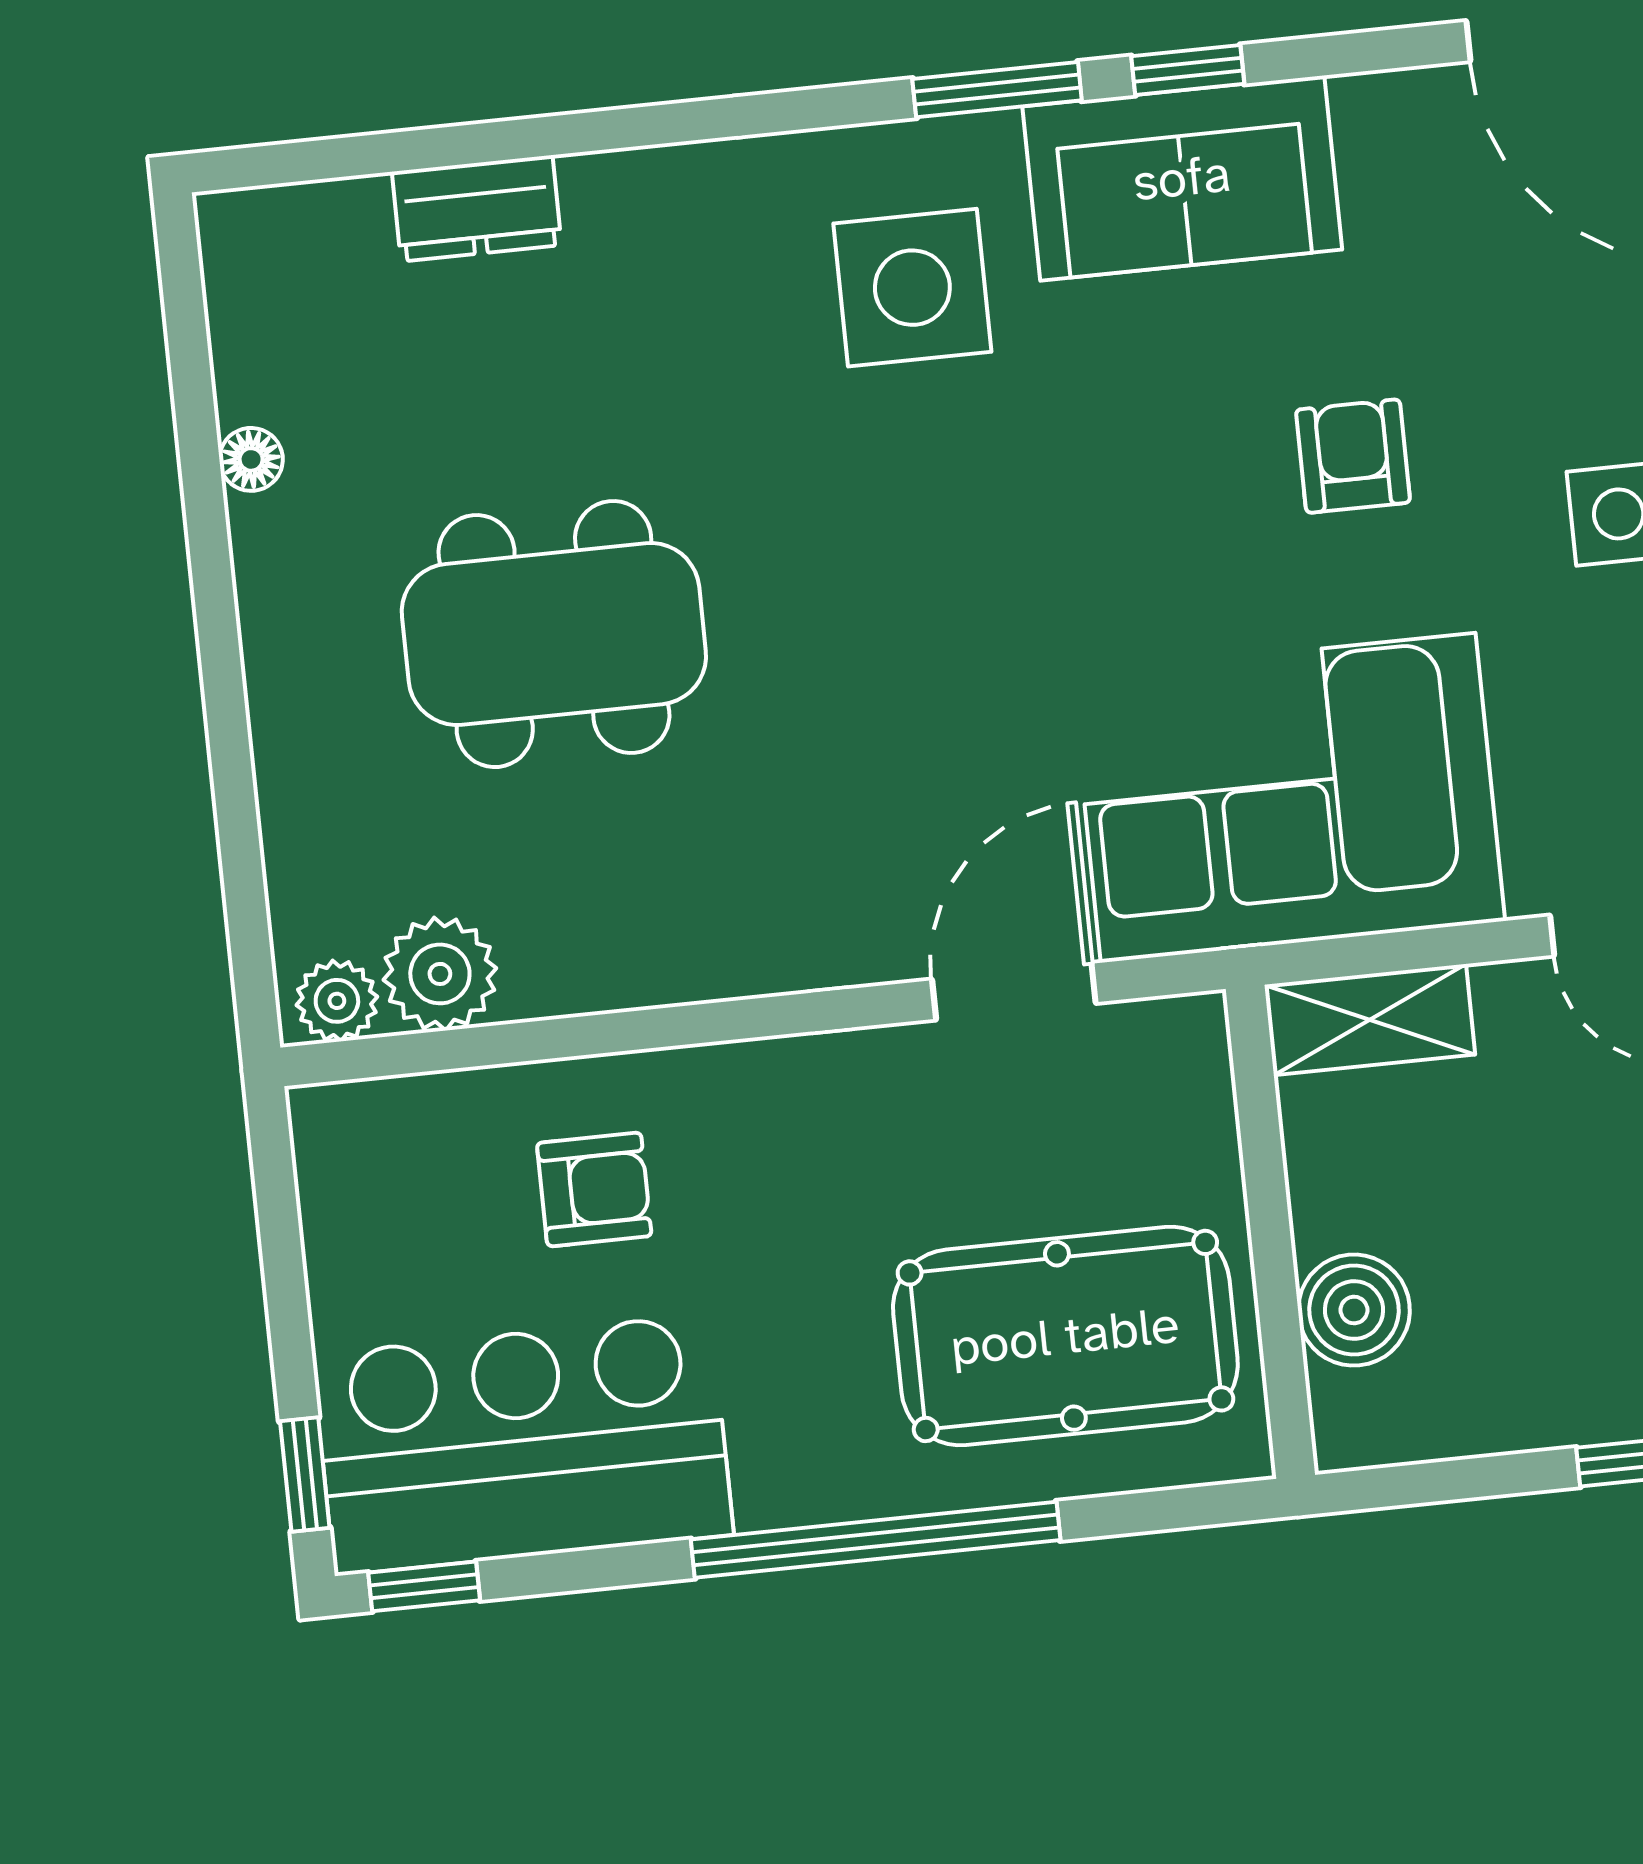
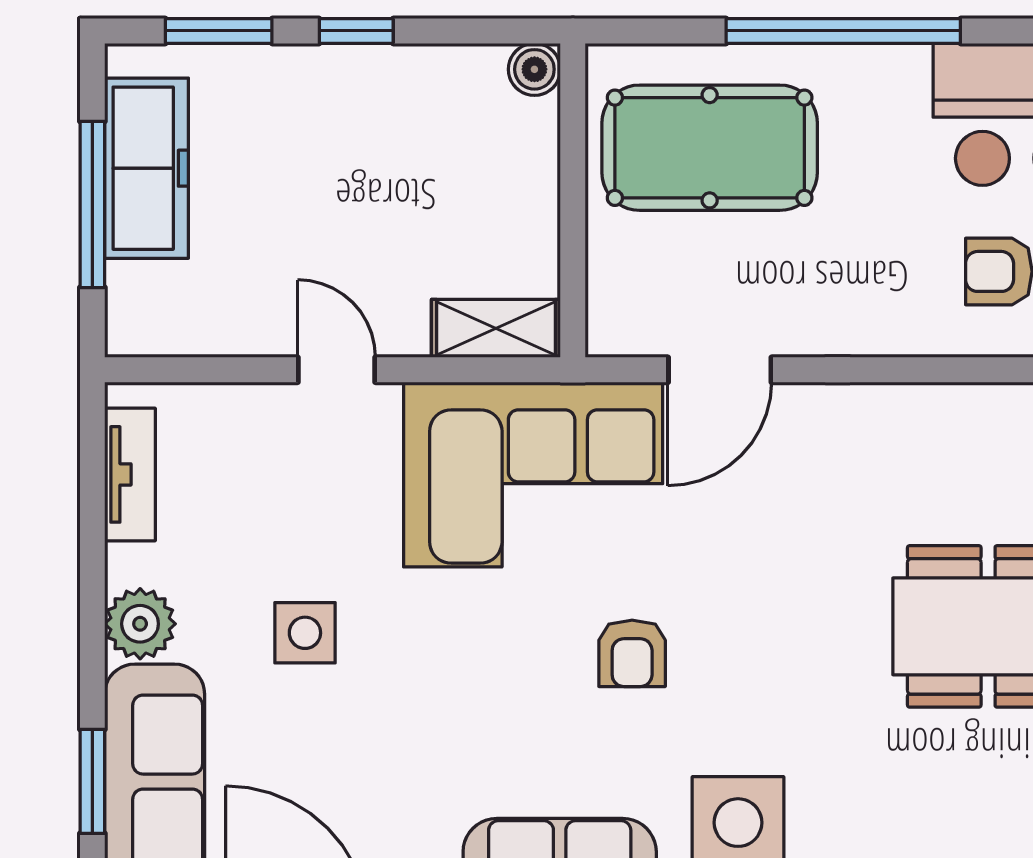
armchair: (1353, 456) -> (632, 653), moved
boiler: (1354, 1310) -> (534, 69), moved, width x0.73, depth x0.73

